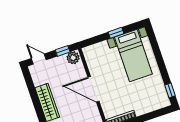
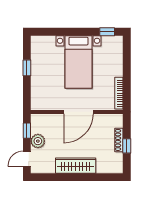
bed with nightstands: (133, 55) -> (78, 62), moved, turned 90
plant: (73, 58) -> (38, 141), moved

